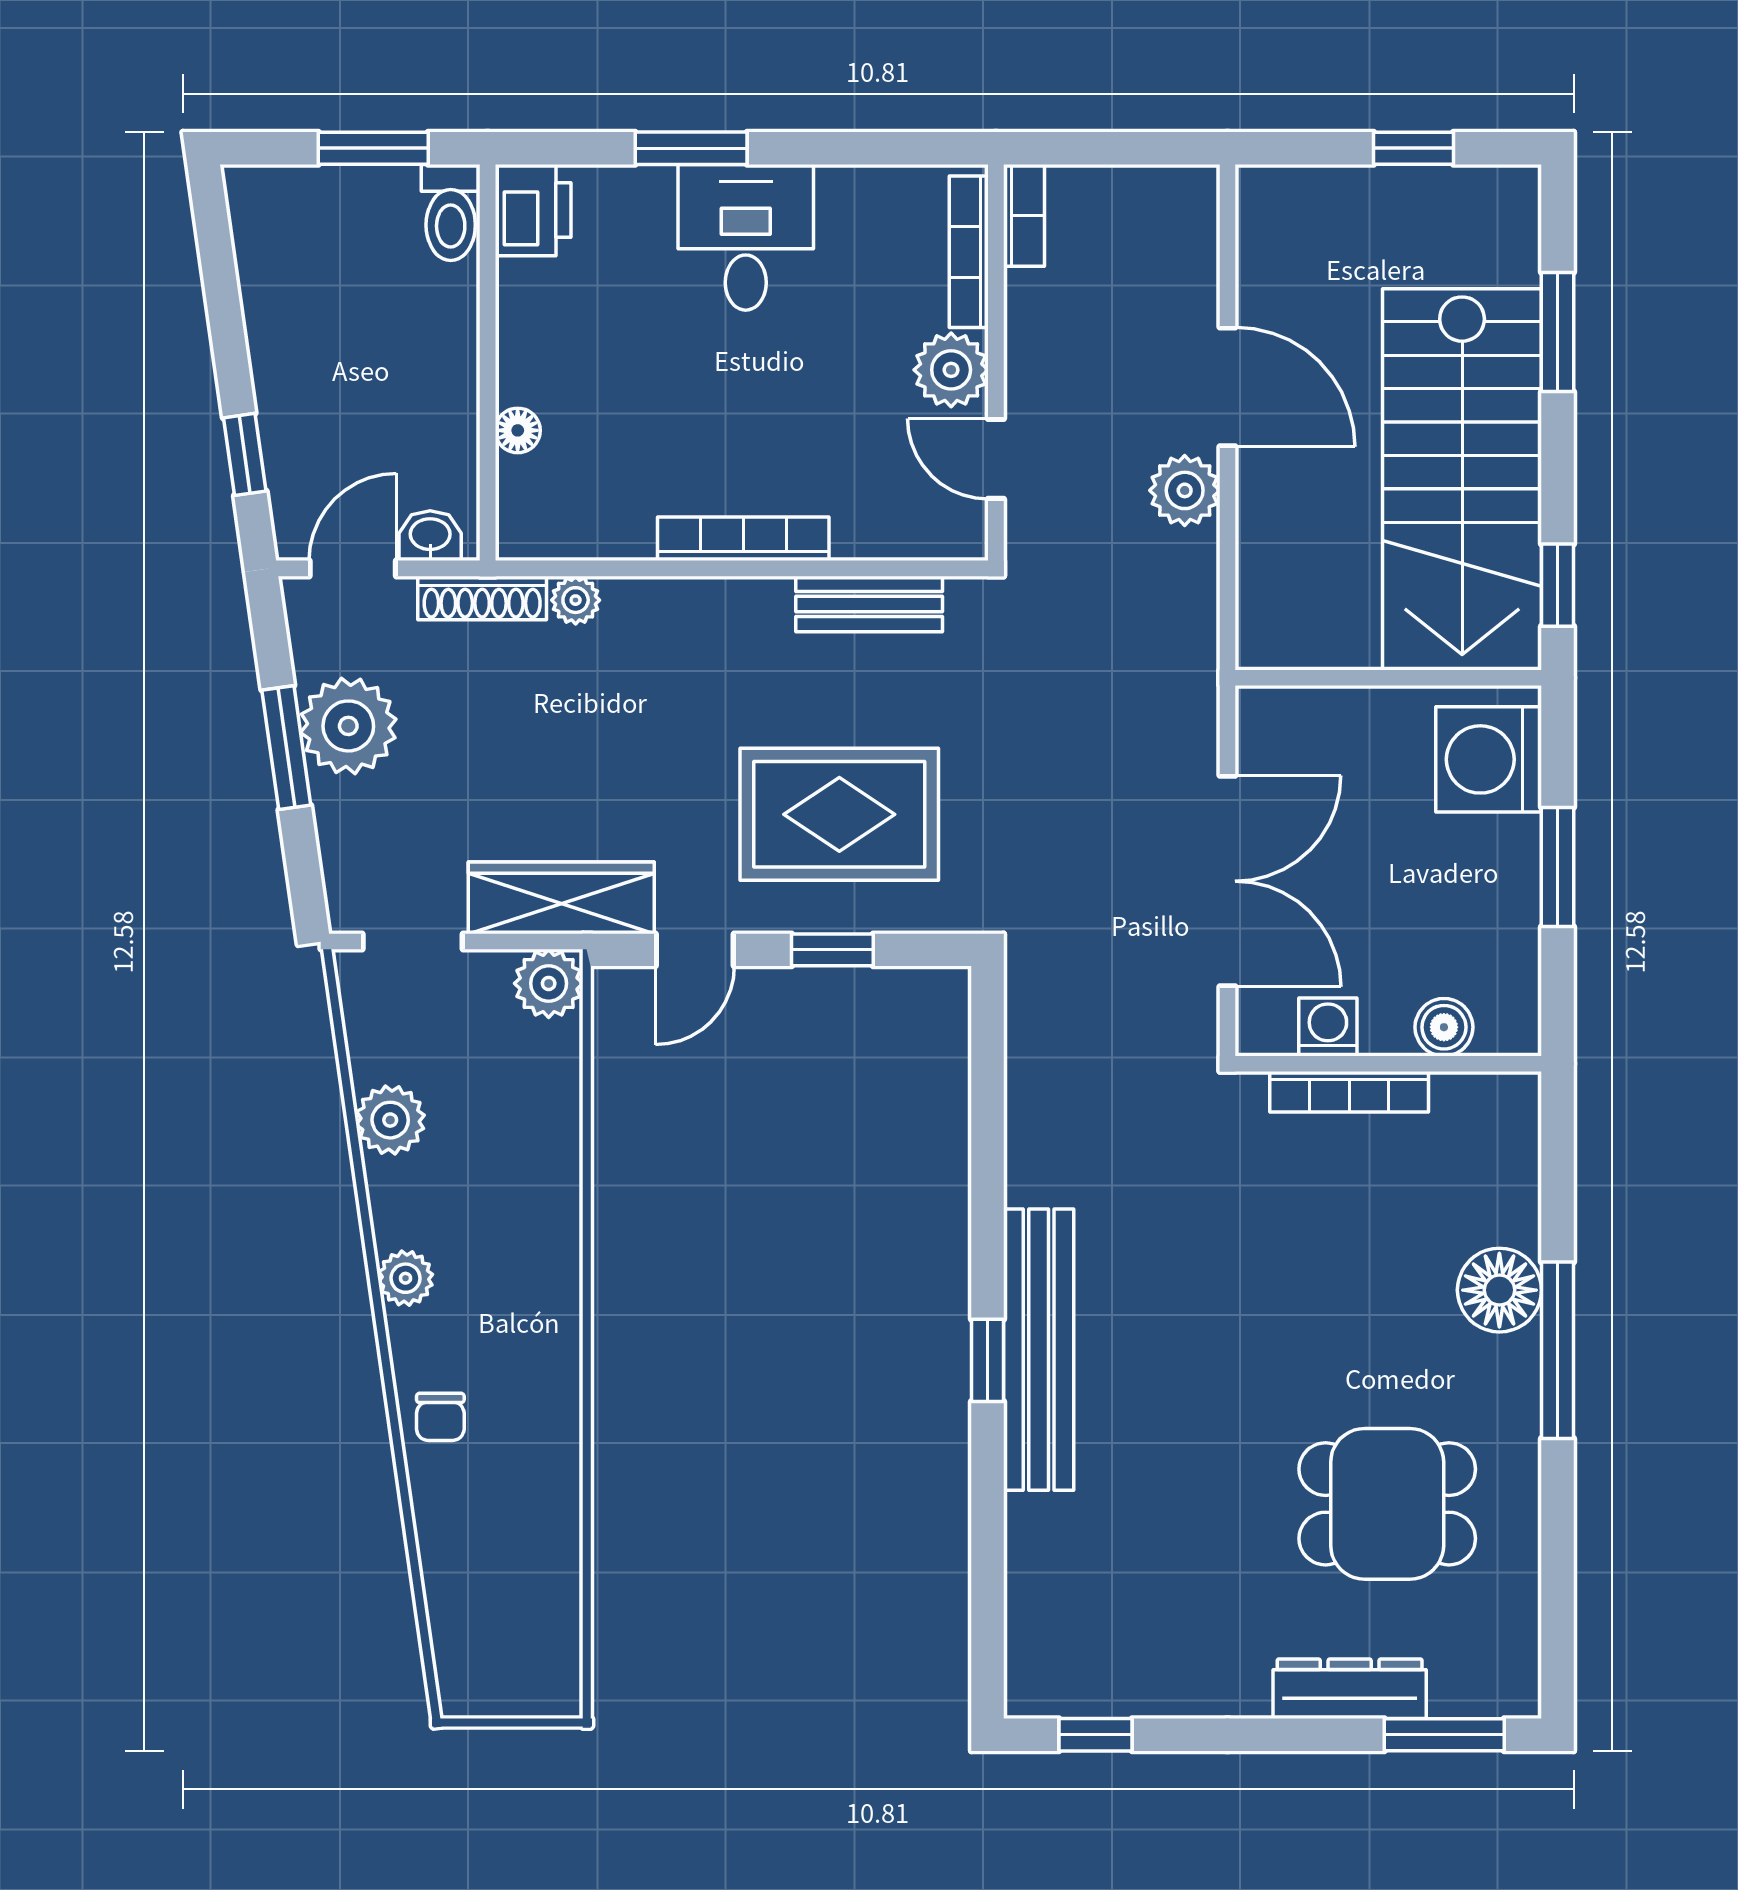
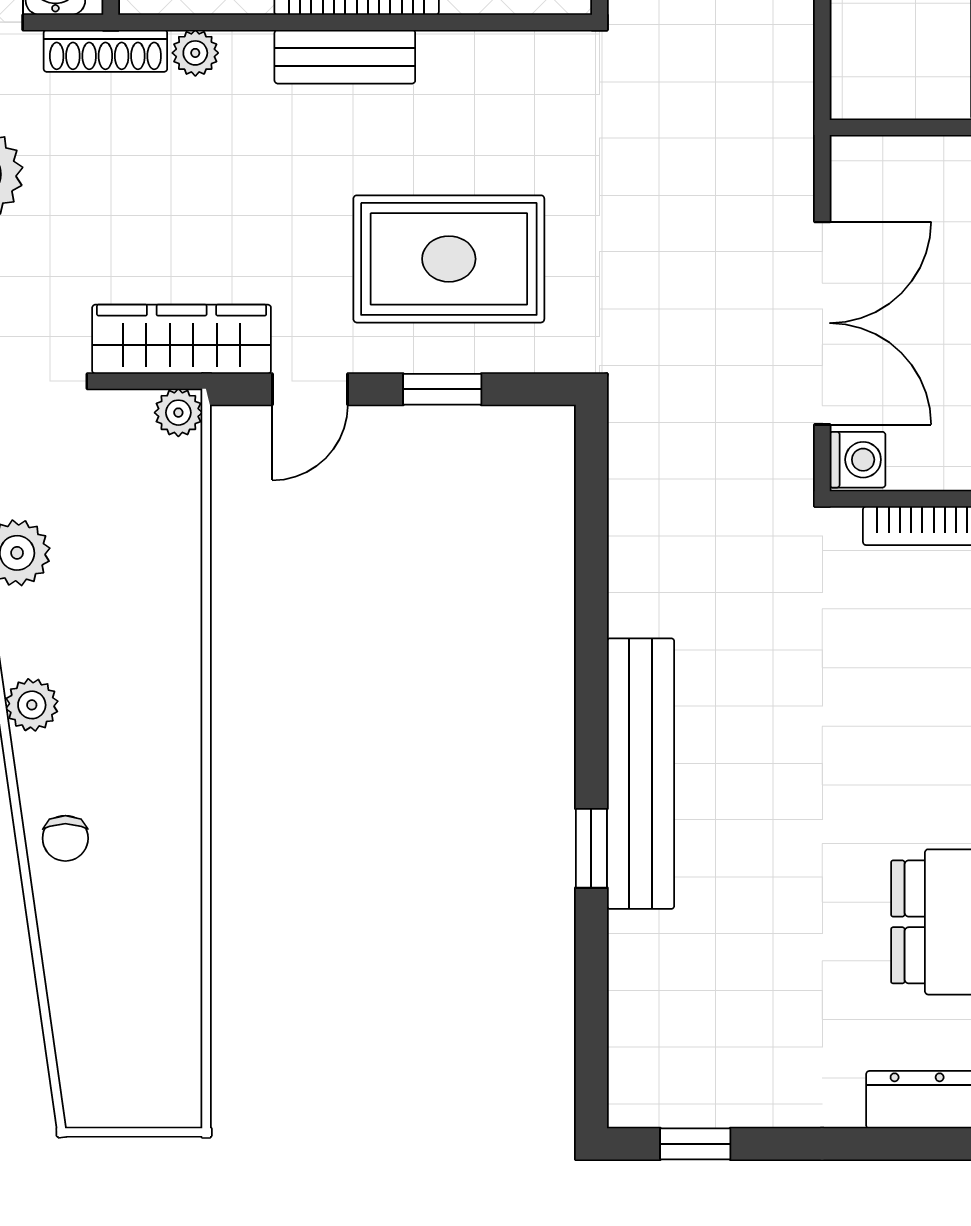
bench: (869, 604) -> (345, 57), moved
plant: (549, 983) -> (178, 413), width x0.73, depth x0.73
washing machine: (1328, 1027) -> (858, 460), moved, turned 90
window: (988, 1360) -> (591, 848), moved

